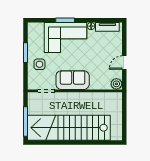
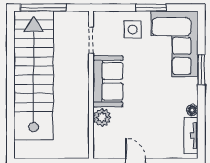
corner sofa: (66, 37) -> (174, 44), moved
plant: (116, 84) -> (102, 117), moved

